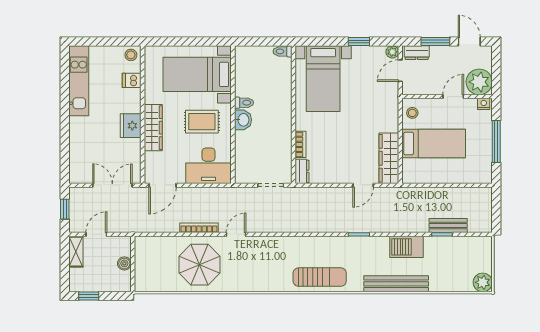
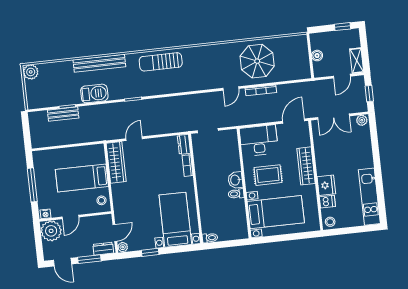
fridge: (131, 126) -> (326, 185), moved
plant: (78, 177) -> (362, 120), added

